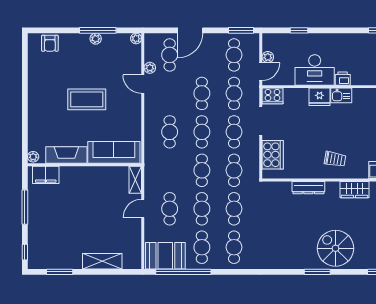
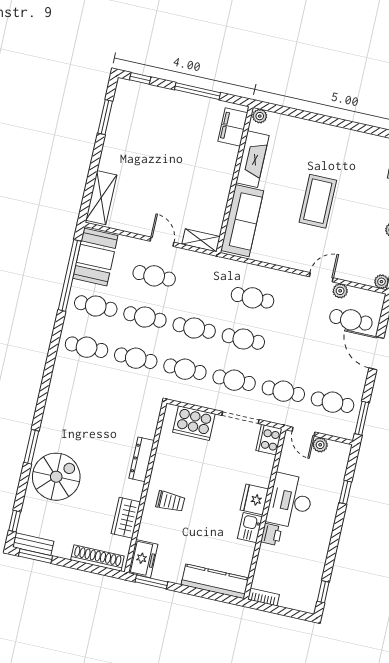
cafe table: (202, 93) -> (293, 350), removed
trolley: (335, 159) -> (170, 502), turned -99
shelving: (102, 261) -> (101, 198), moved

